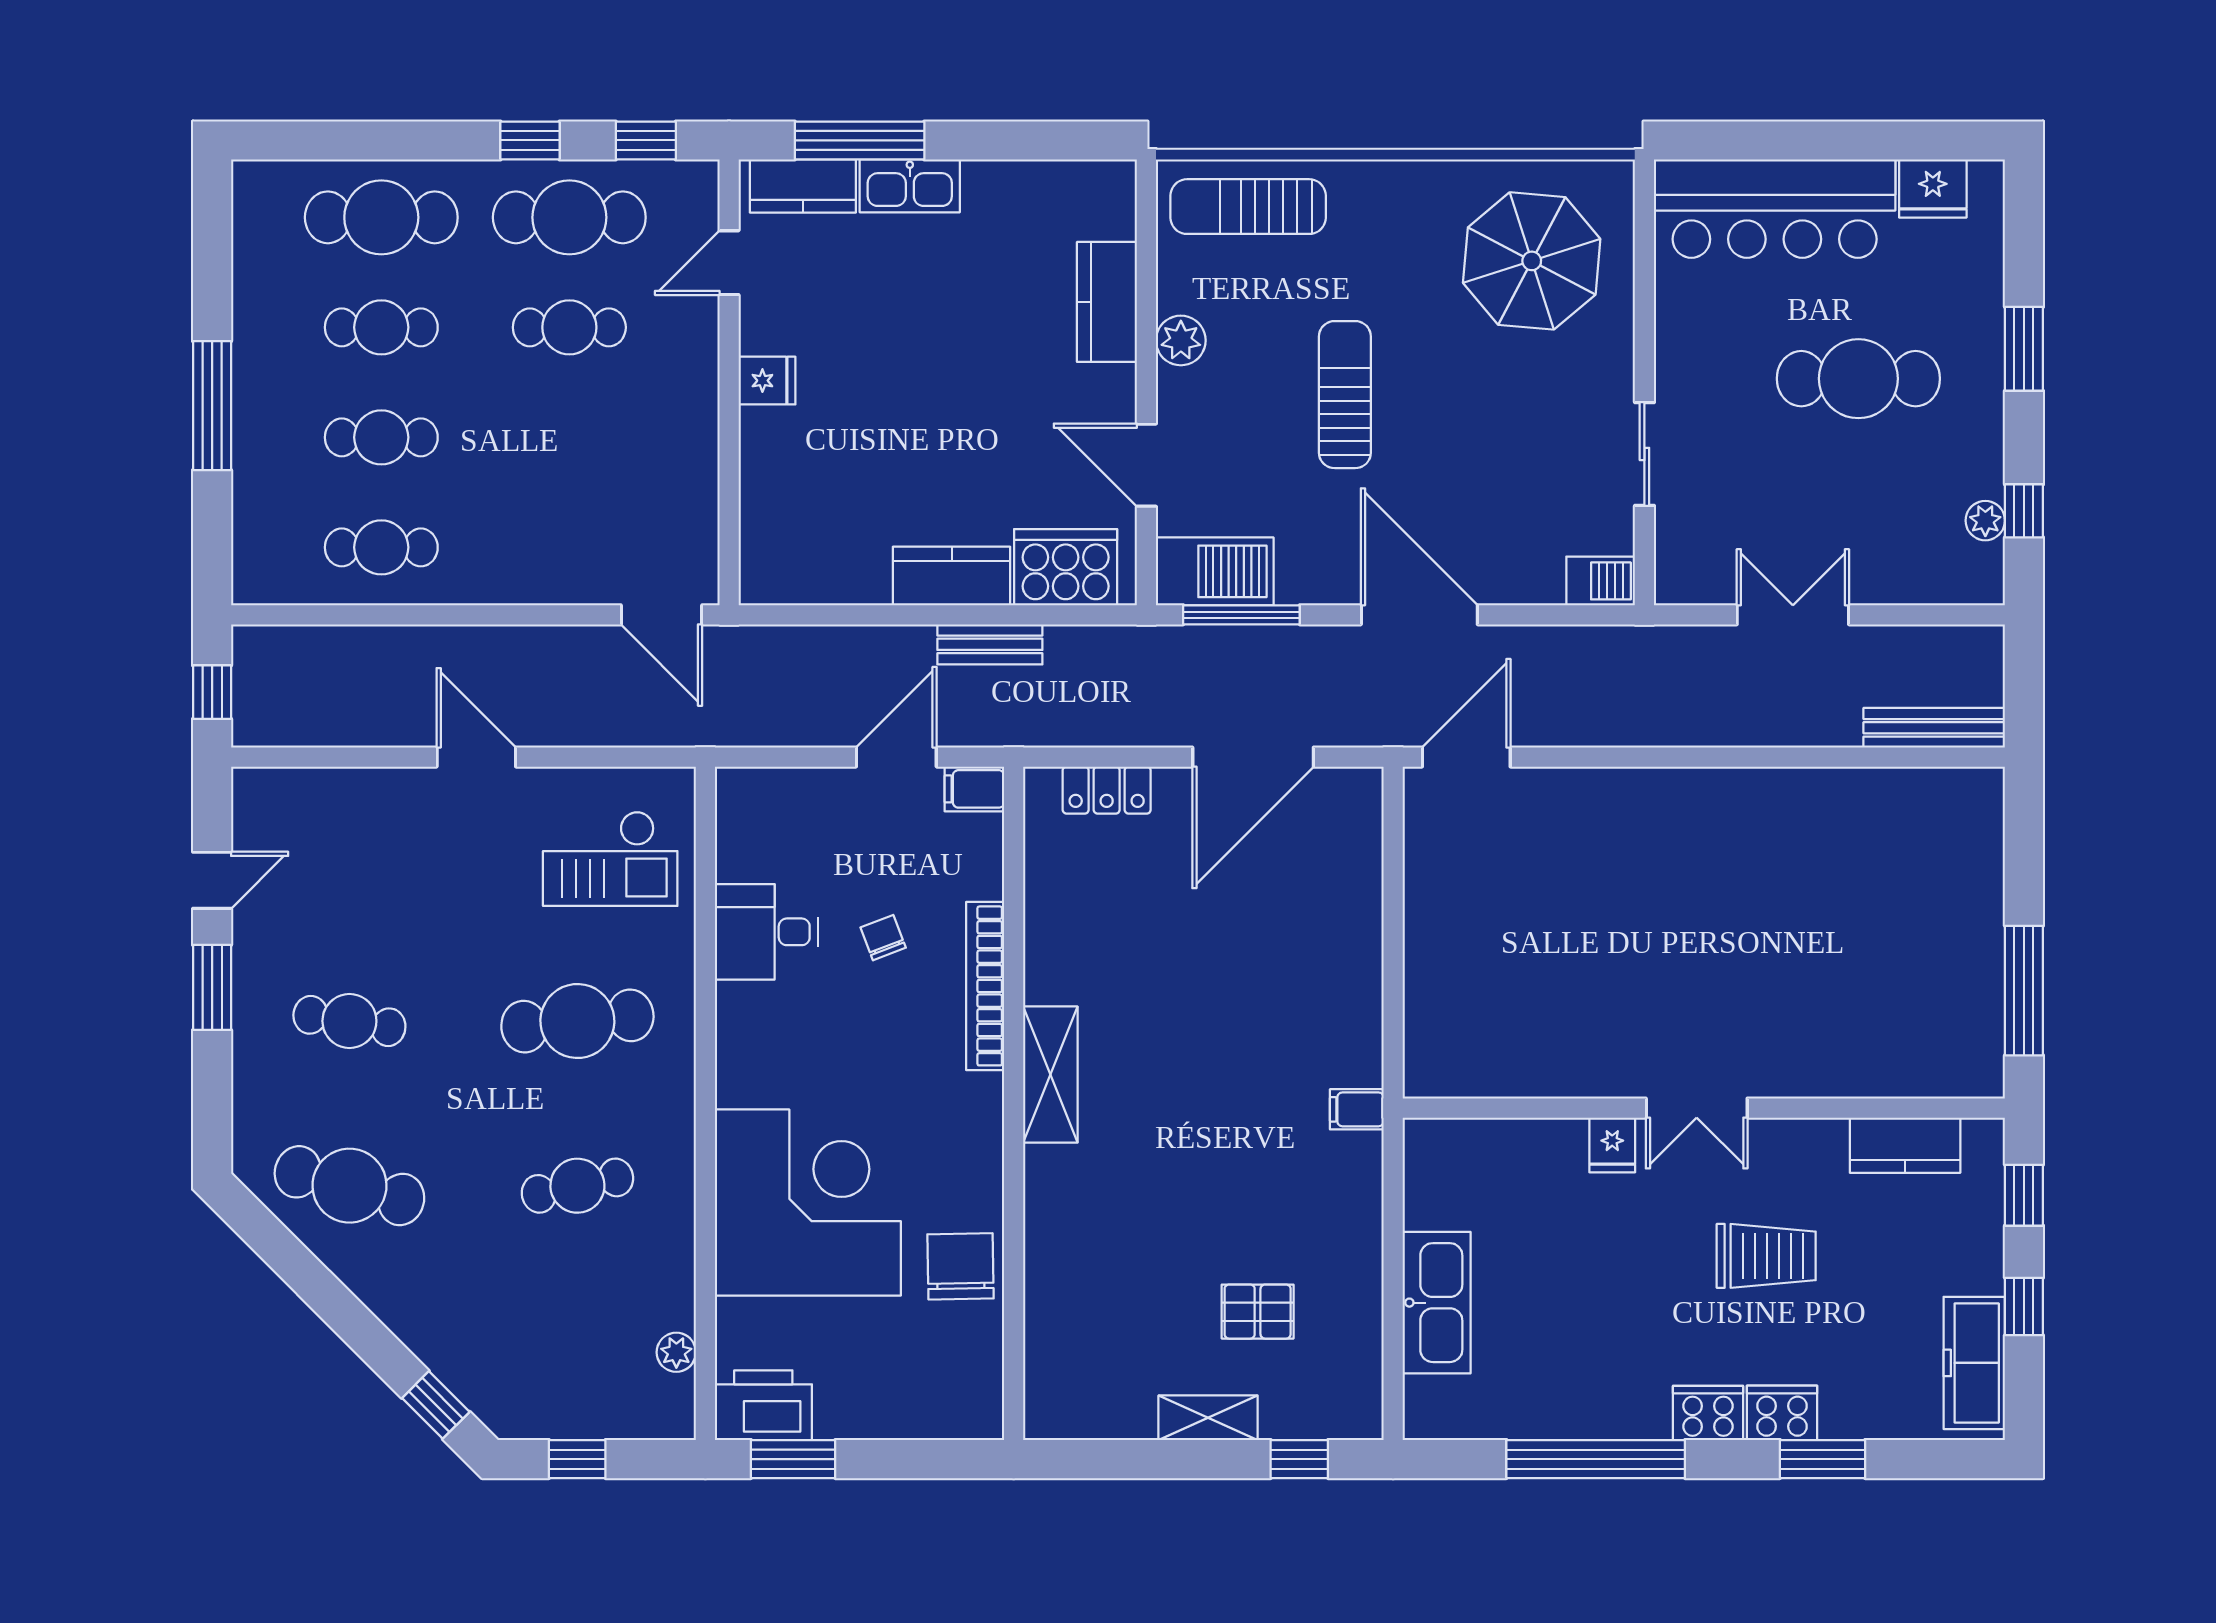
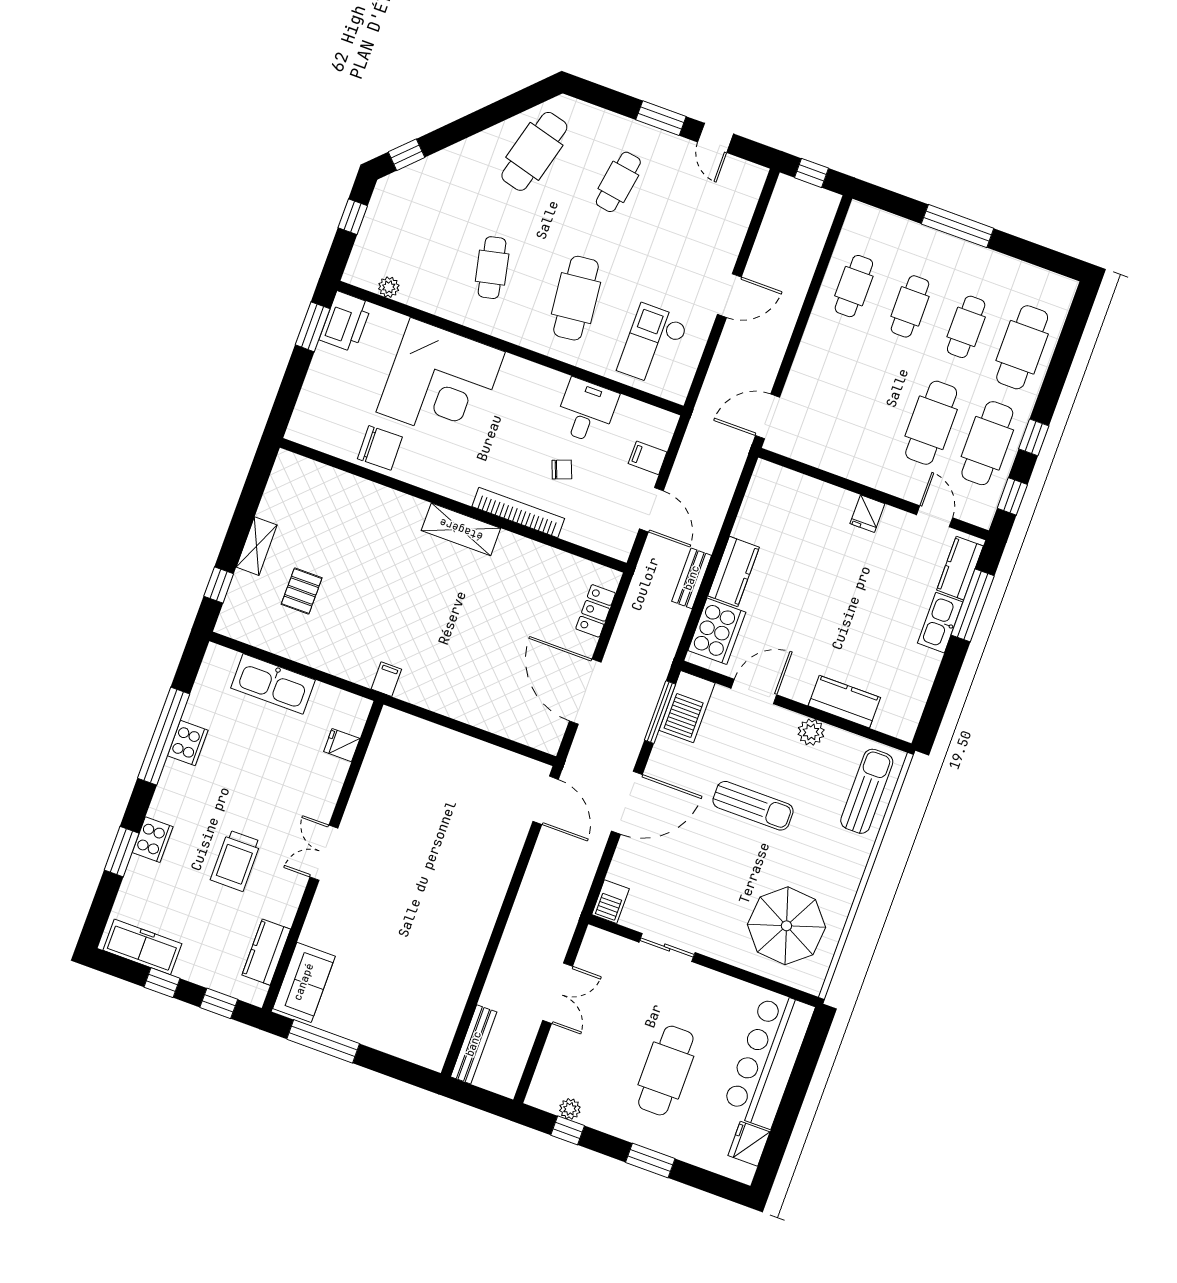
cafe table: (569, 327) -> (931, 423), width x1.37, depth x1.35
filing cabinet: (974, 789) -> (648, 458), moved, turned -90
sofa: (1934, 1061) -> (304, 982), added
fridge: (1612, 1145) -> (342, 745), moved
cooker: (1708, 1413) -> (188, 743), moved

